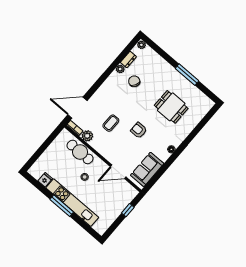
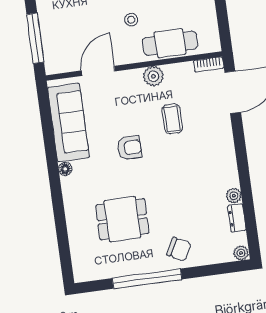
window: (187, 75) -> (147, 279), width x1.46
chair: (134, 81) -> (179, 249), moved
plant: (87, 136) -> (153, 76), moved
sofa: (147, 169) -> (68, 122), width x1.36
window: (128, 210) -> (35, 38), width x2.17

